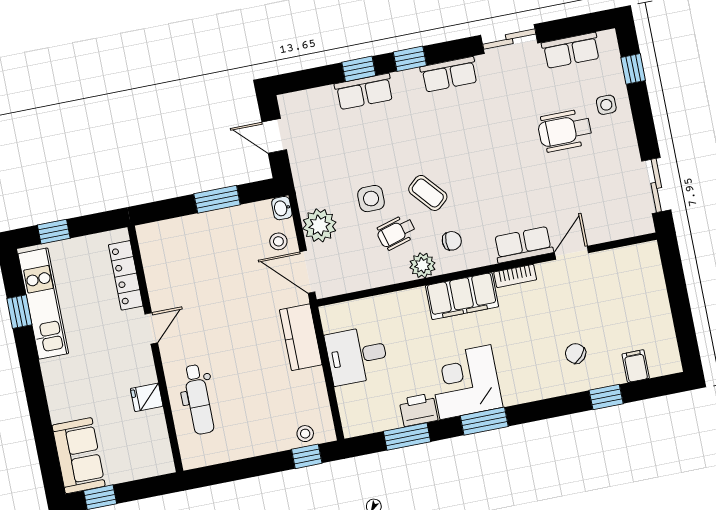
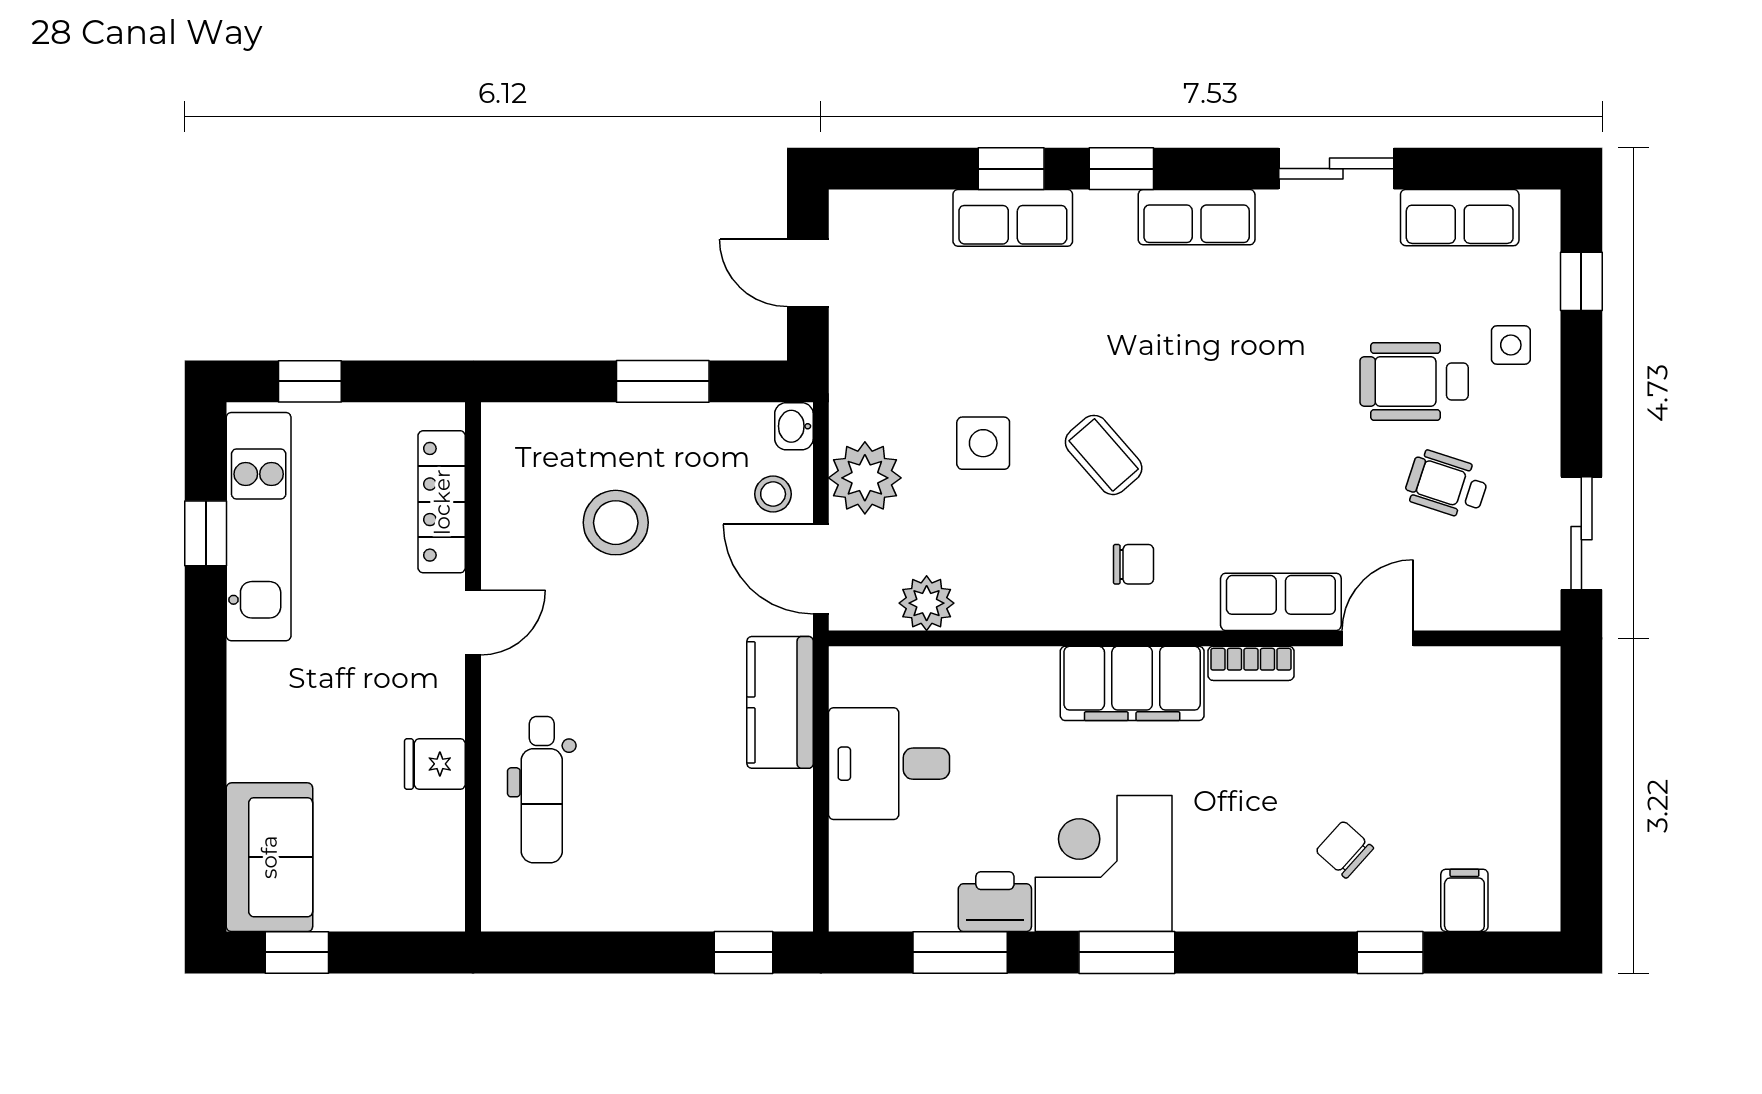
wheelchair: (396, 232) -> (1447, 485), moved, turned 34
plant: (422, 265) -> (927, 603), moved
stool: (305, 434) -> (616, 523), moved, width x1.89, depth x1.89

